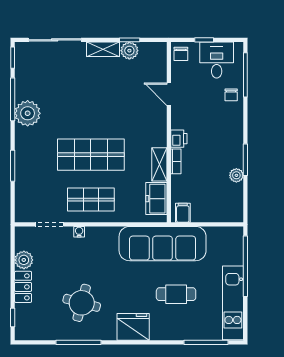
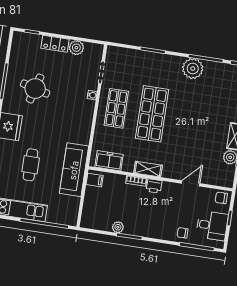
shelving: (159, 164) -> (148, 169), moved
sofa: (163, 244) -> (74, 170), width x0.74, depth x0.79

